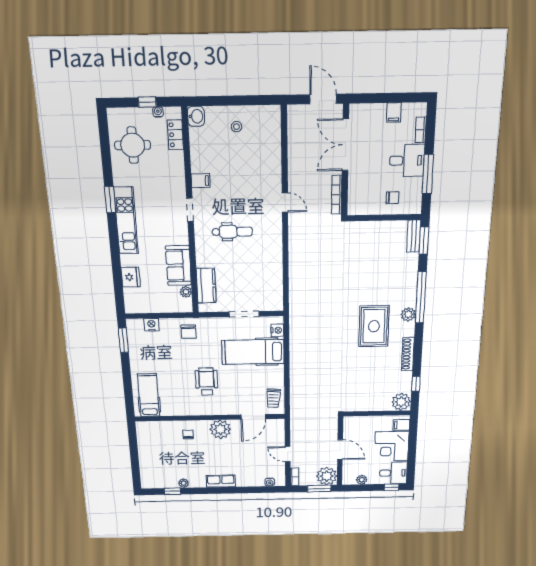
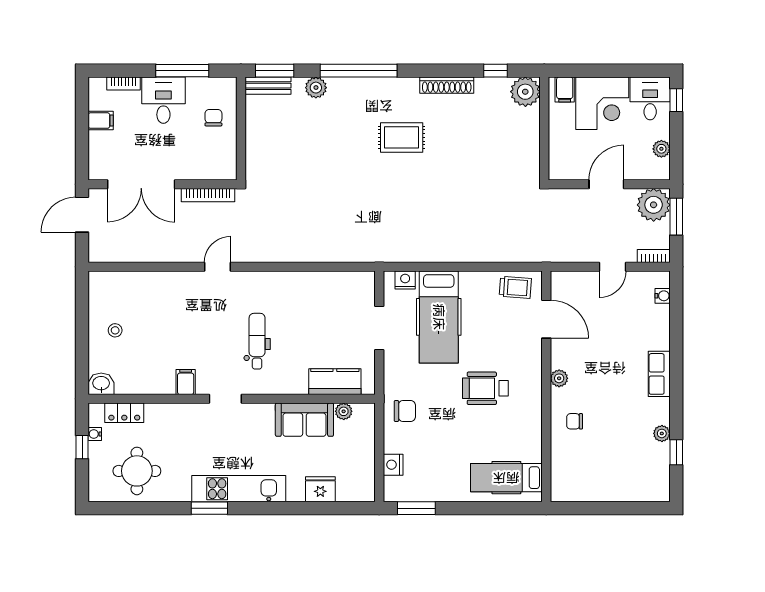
plant: (408, 314) -> (316, 88), moved
rug: (374, 326) -> (402, 137), width x0.73, depth x0.70
plant: (220, 429) -> (559, 378), width x0.53, depth x0.53

